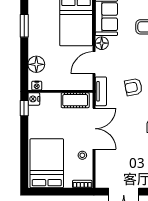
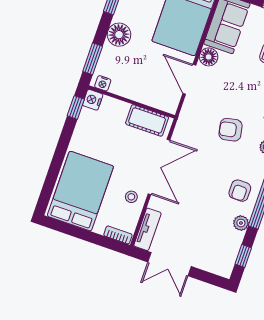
door: (94, 63) -> (189, 79), hinge flipped
floor lamp: (36, 64) -> (119, 35), moved
window: (24, 72) -> (93, 59), added
tv unit: (101, 91) -> (147, 229), moved

